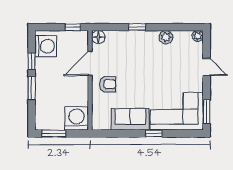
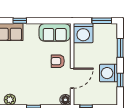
washing machine: (46, 46) -> (108, 73), moved
window: (32, 88) -> (120, 48), moved
sofa: (130, 119) -> (55, 32), moved

